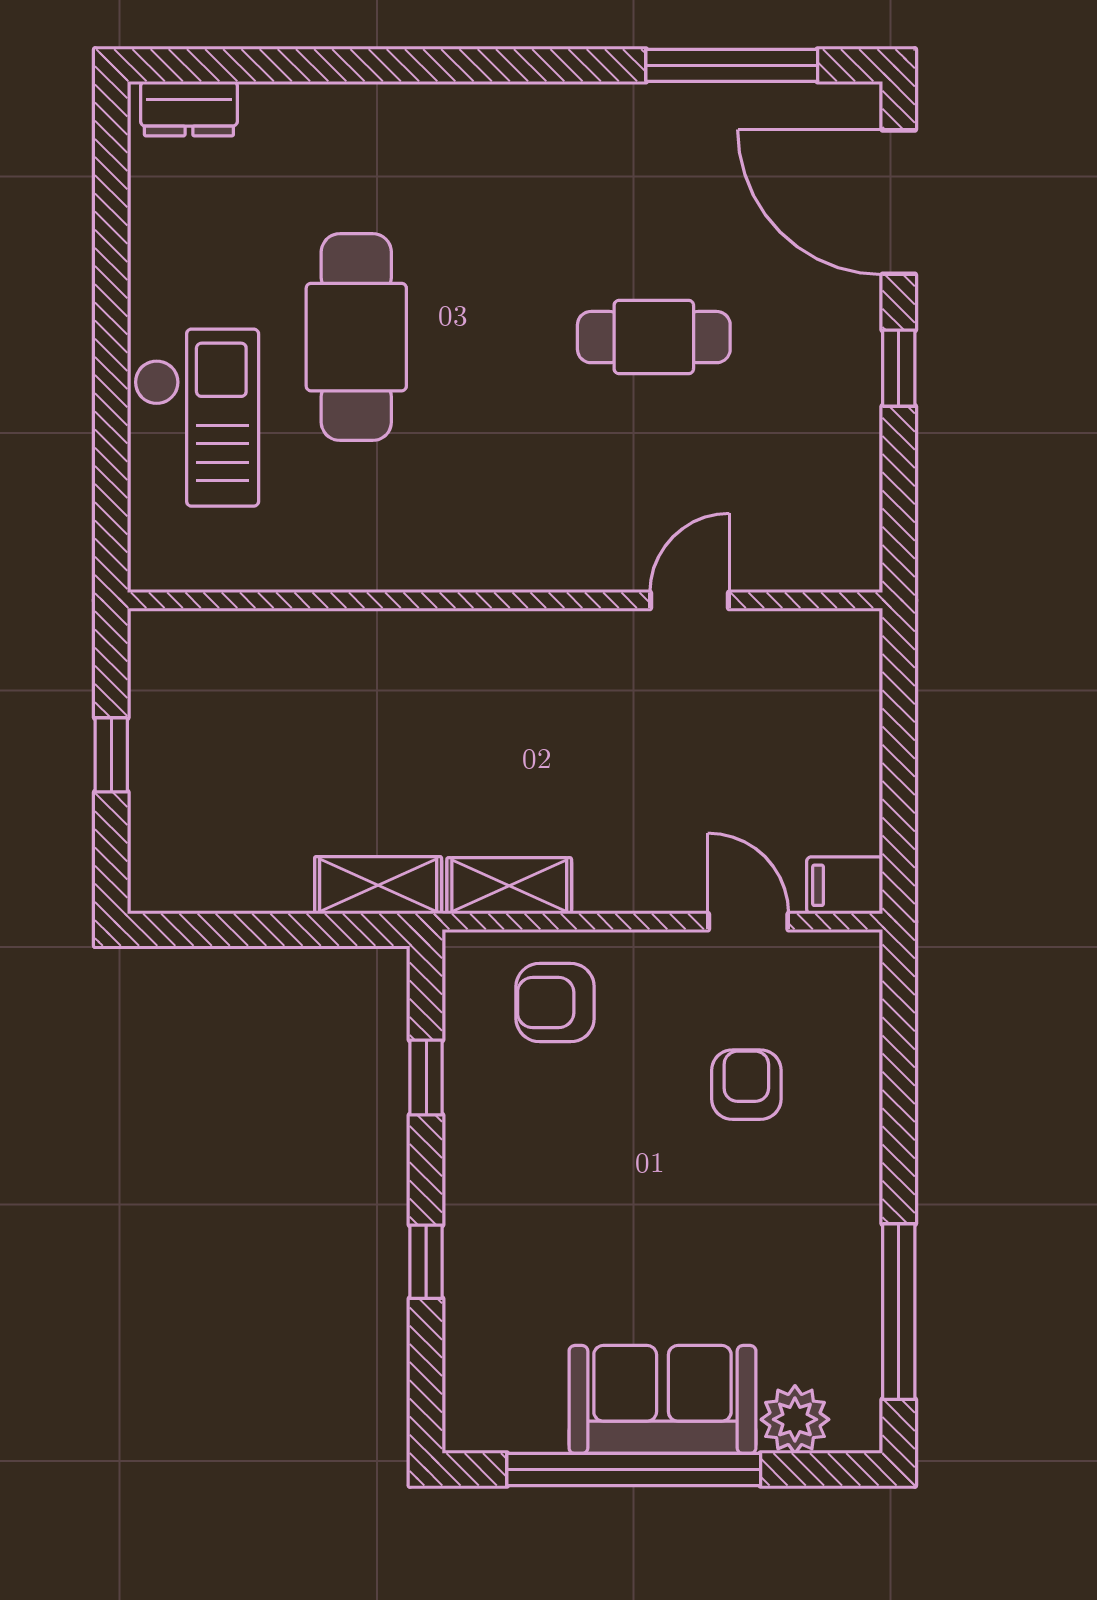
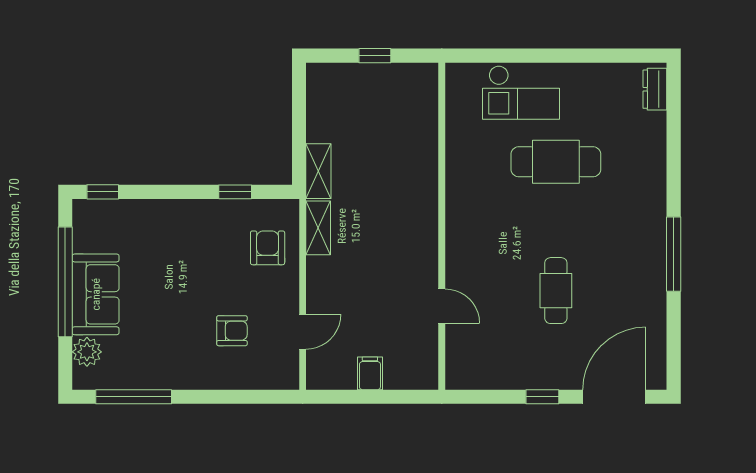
window: (732, 65) -> (674, 254), moved
filing cabinet: (845, 885) -> (370, 373), moved
window: (426, 1262) -> (103, 192), moved

